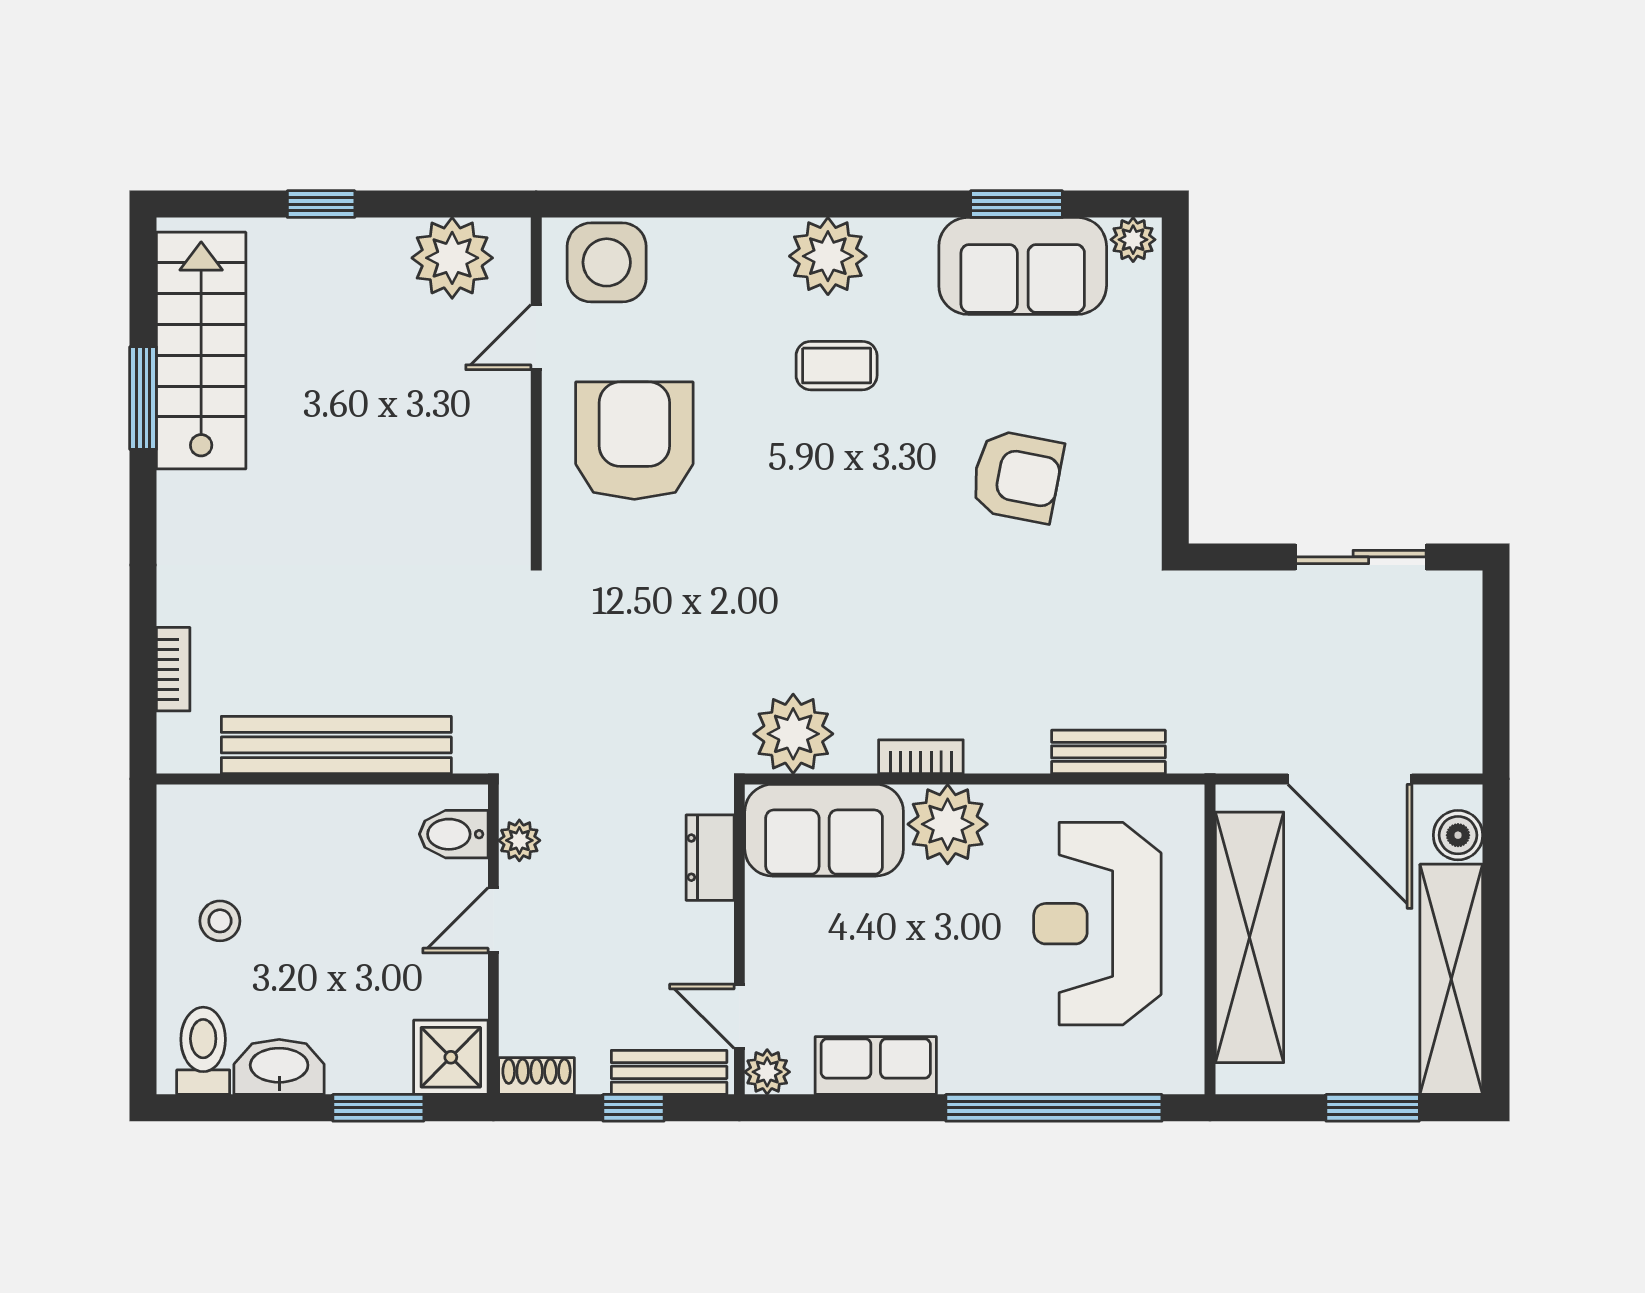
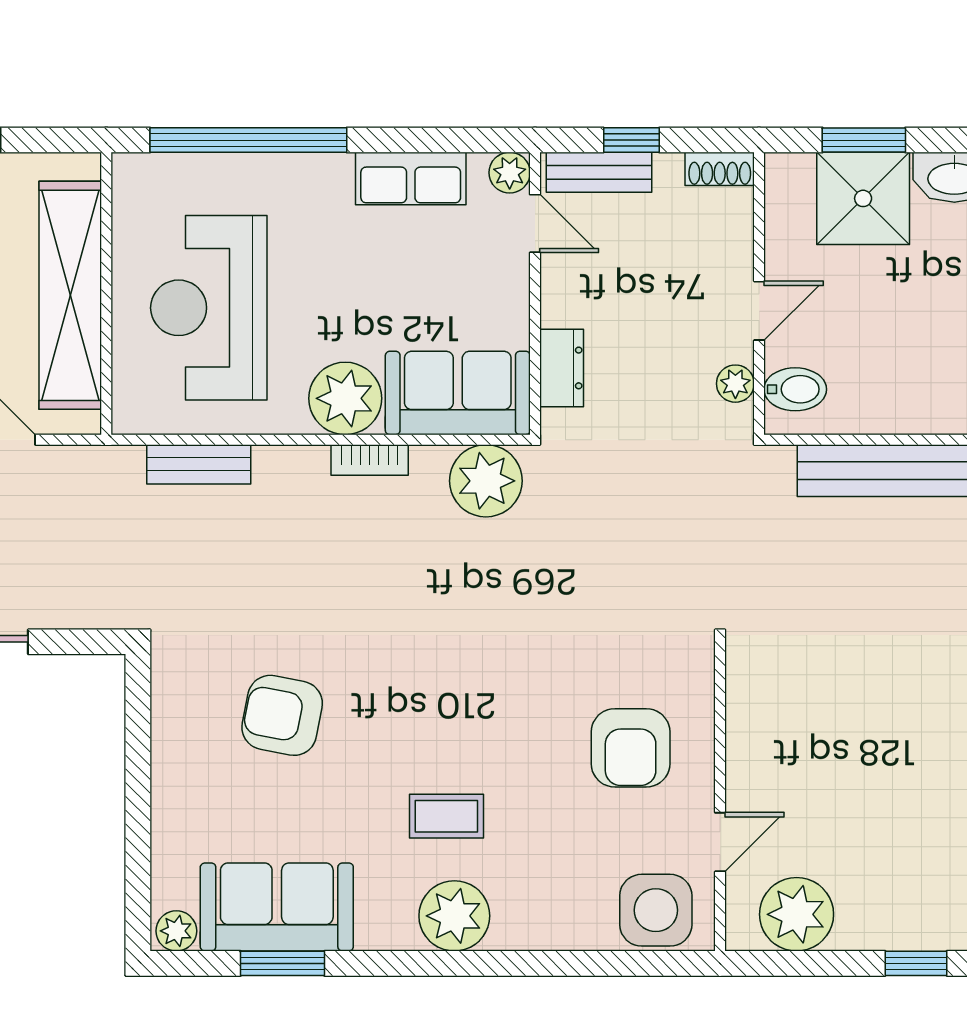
armchair: (634, 441) -> (631, 748), width x0.73, depth x0.73
reception desk: (1097, 924) -> (209, 308), turned 180
shower: (451, 1057) -> (863, 198), moved, width x1.36, depth x1.36

